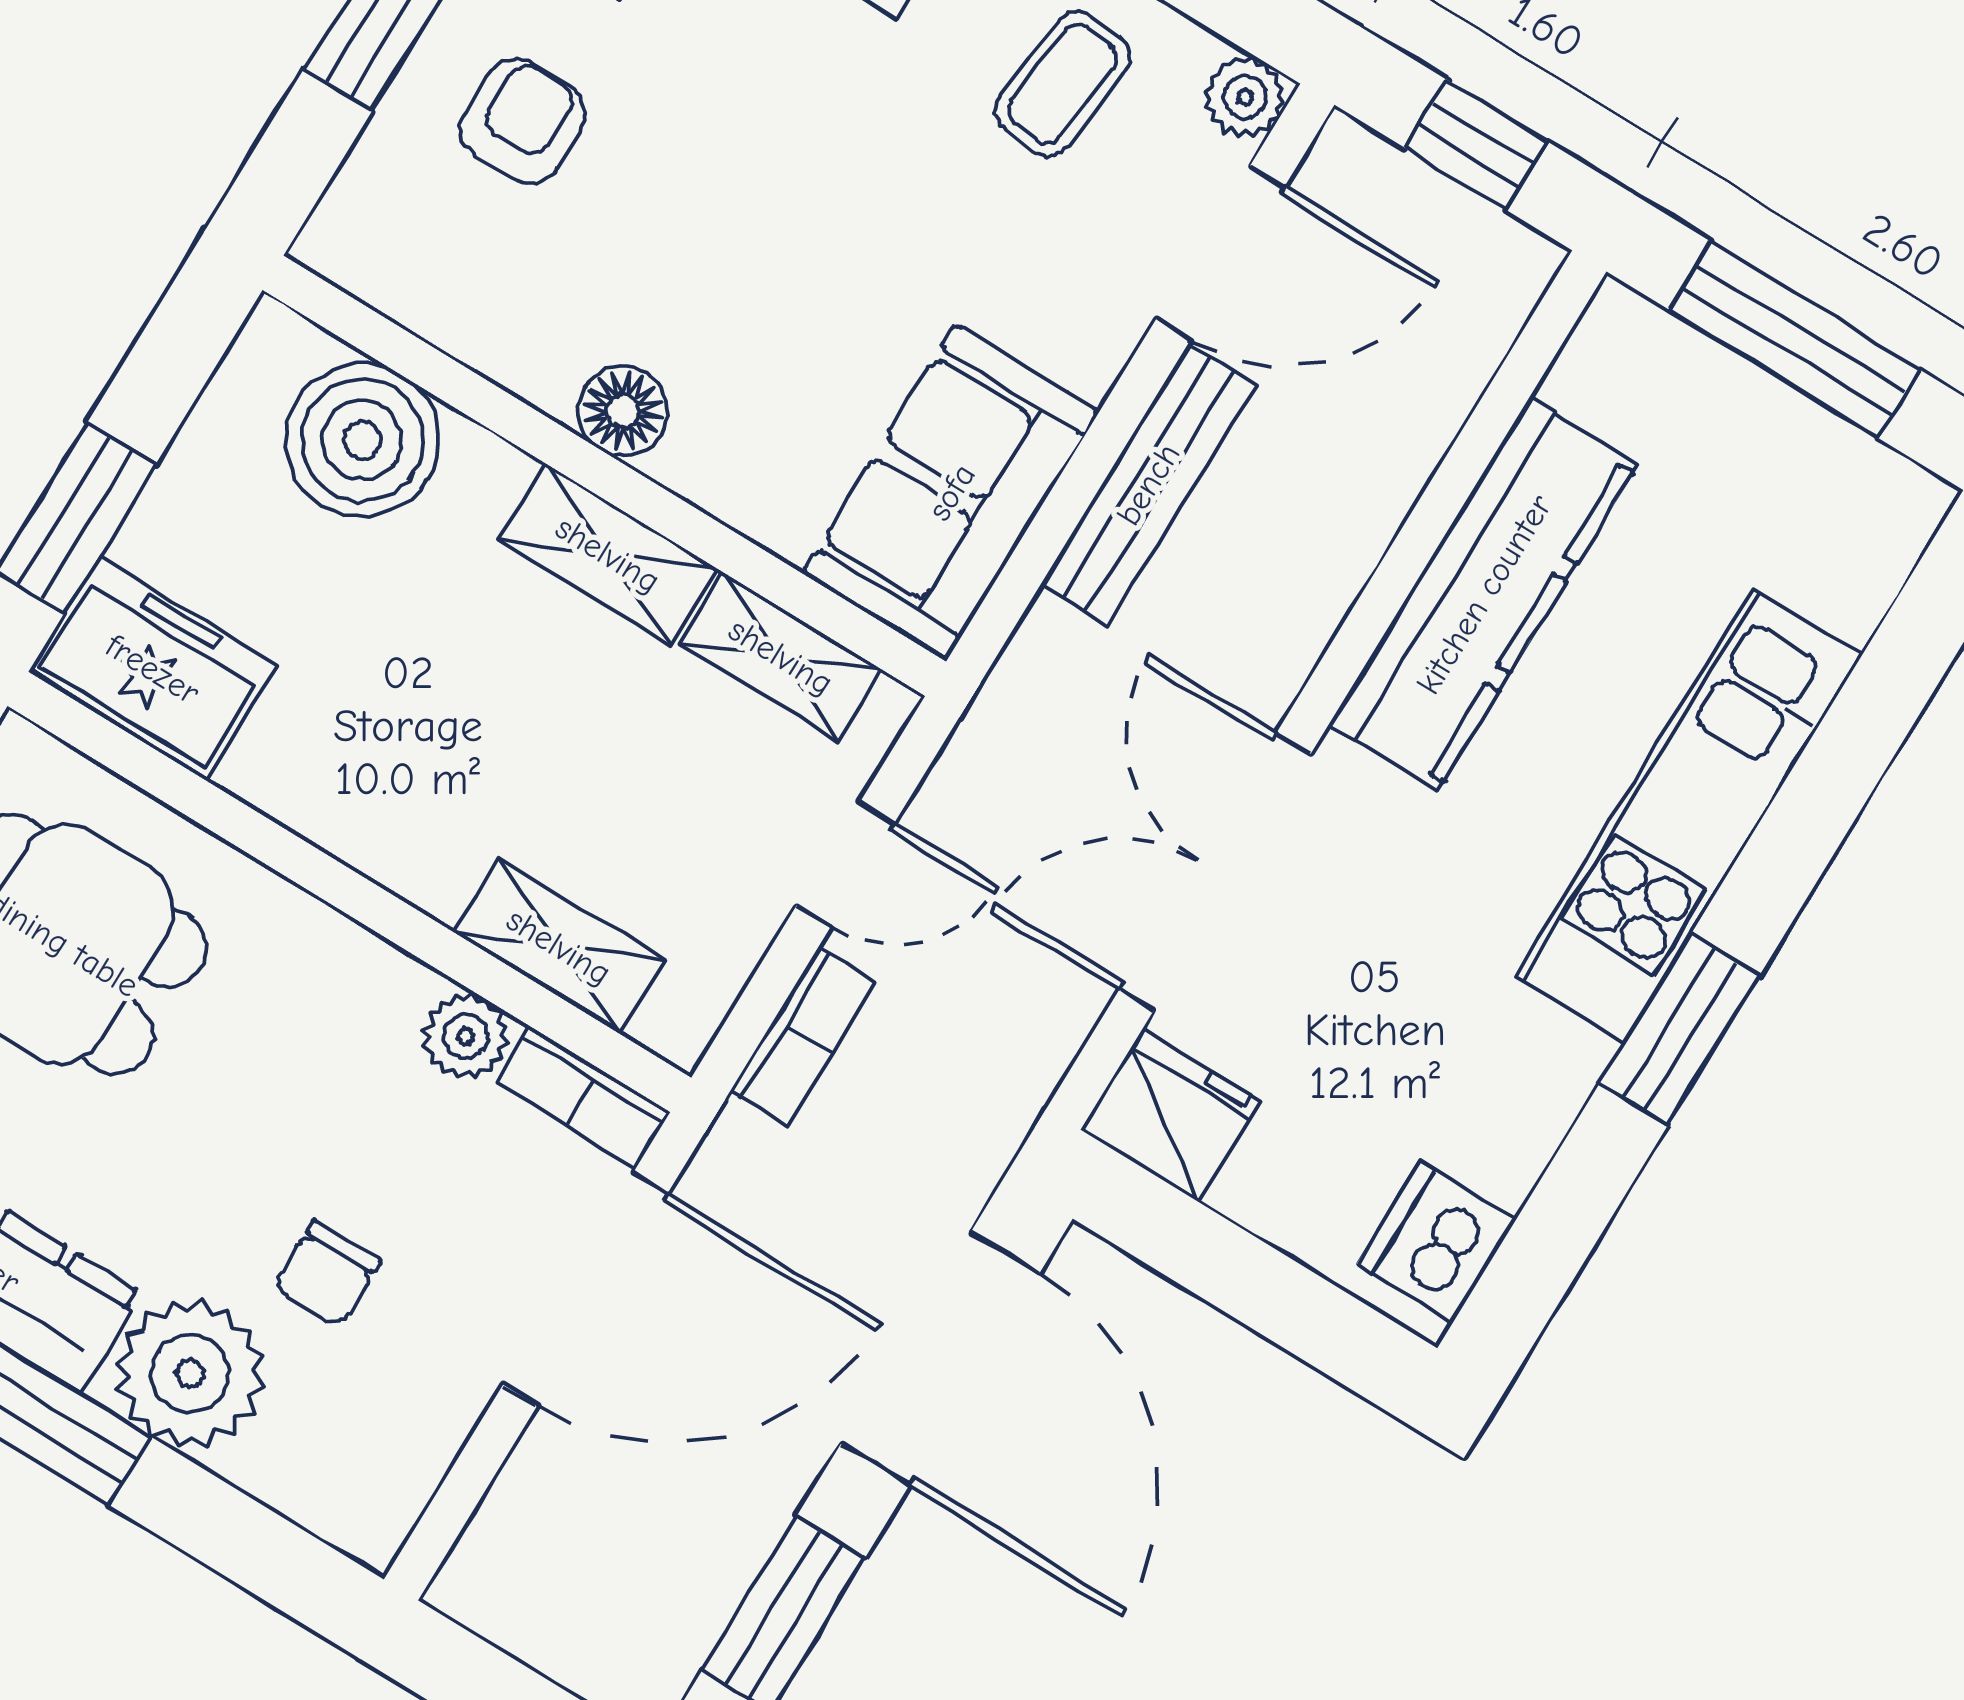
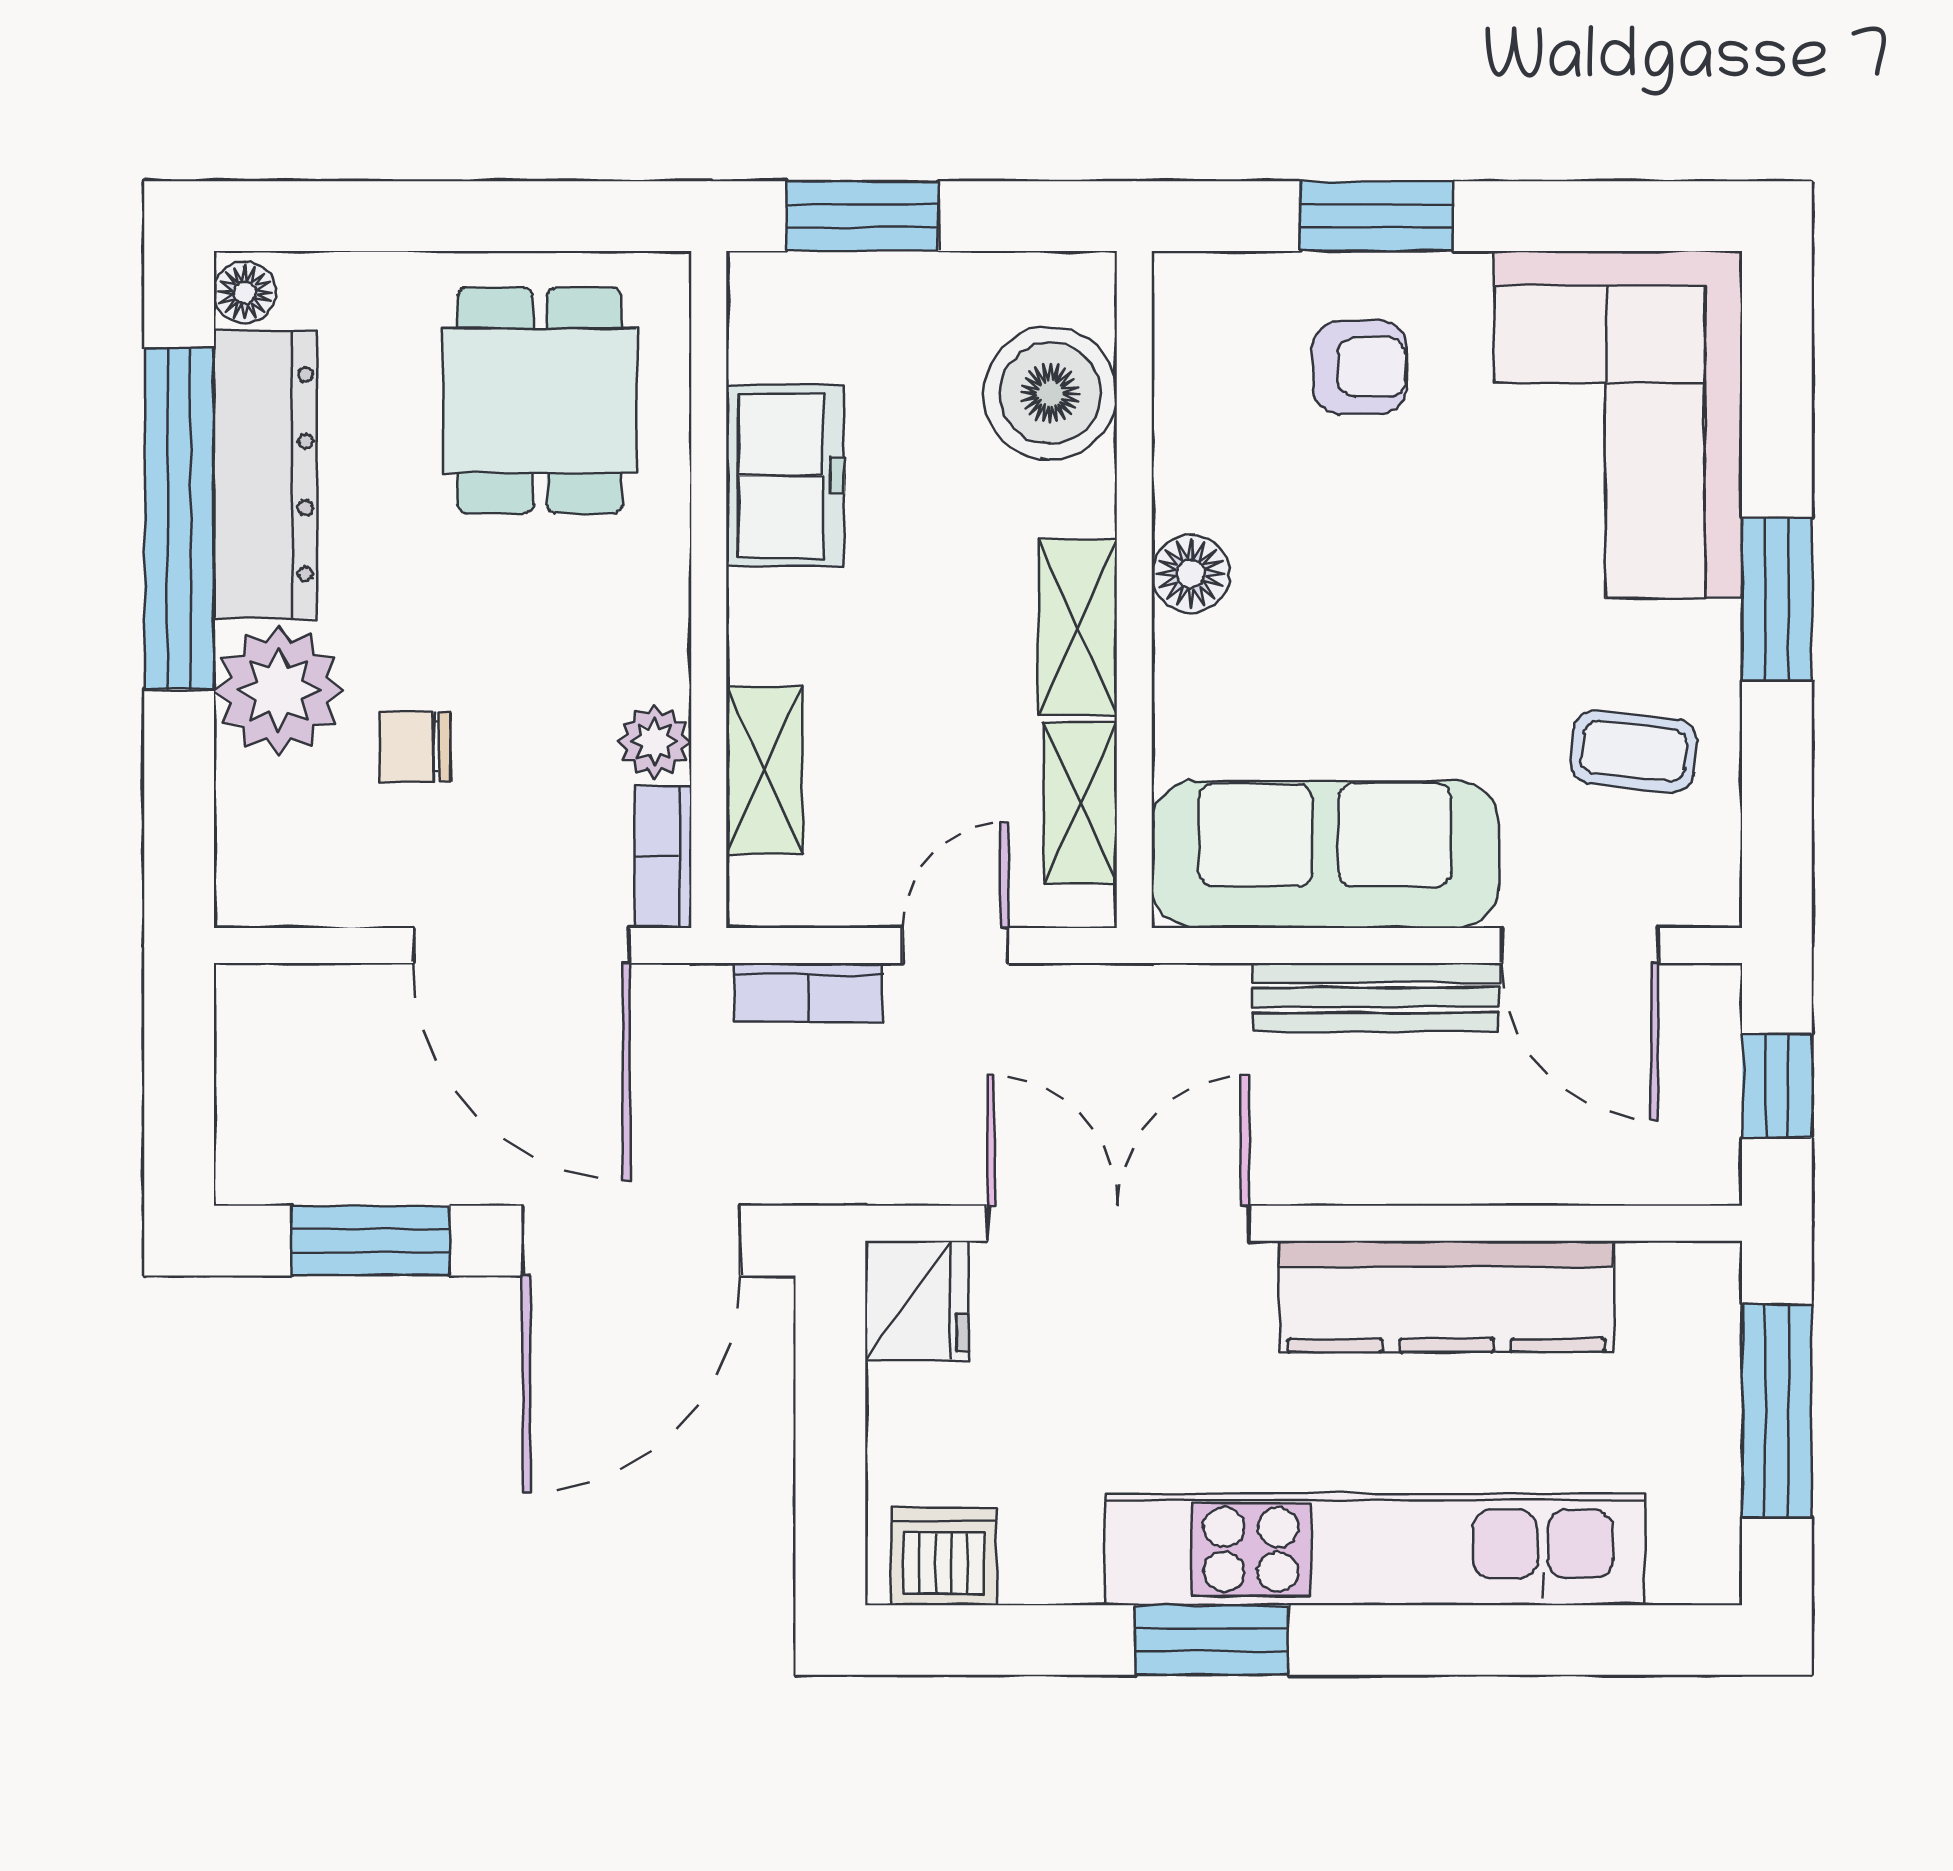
plant: (1245, 97) -> (1707, 893), removed
sofa: (951, 492) -> (1325, 854), width x1.36
freezer: (153, 669) -> (785, 475), moved
kitchen unit: (1689, 815) -> (1375, 1549), width x1.36
door: (845, 864) -> (955, 945), swing flipped

